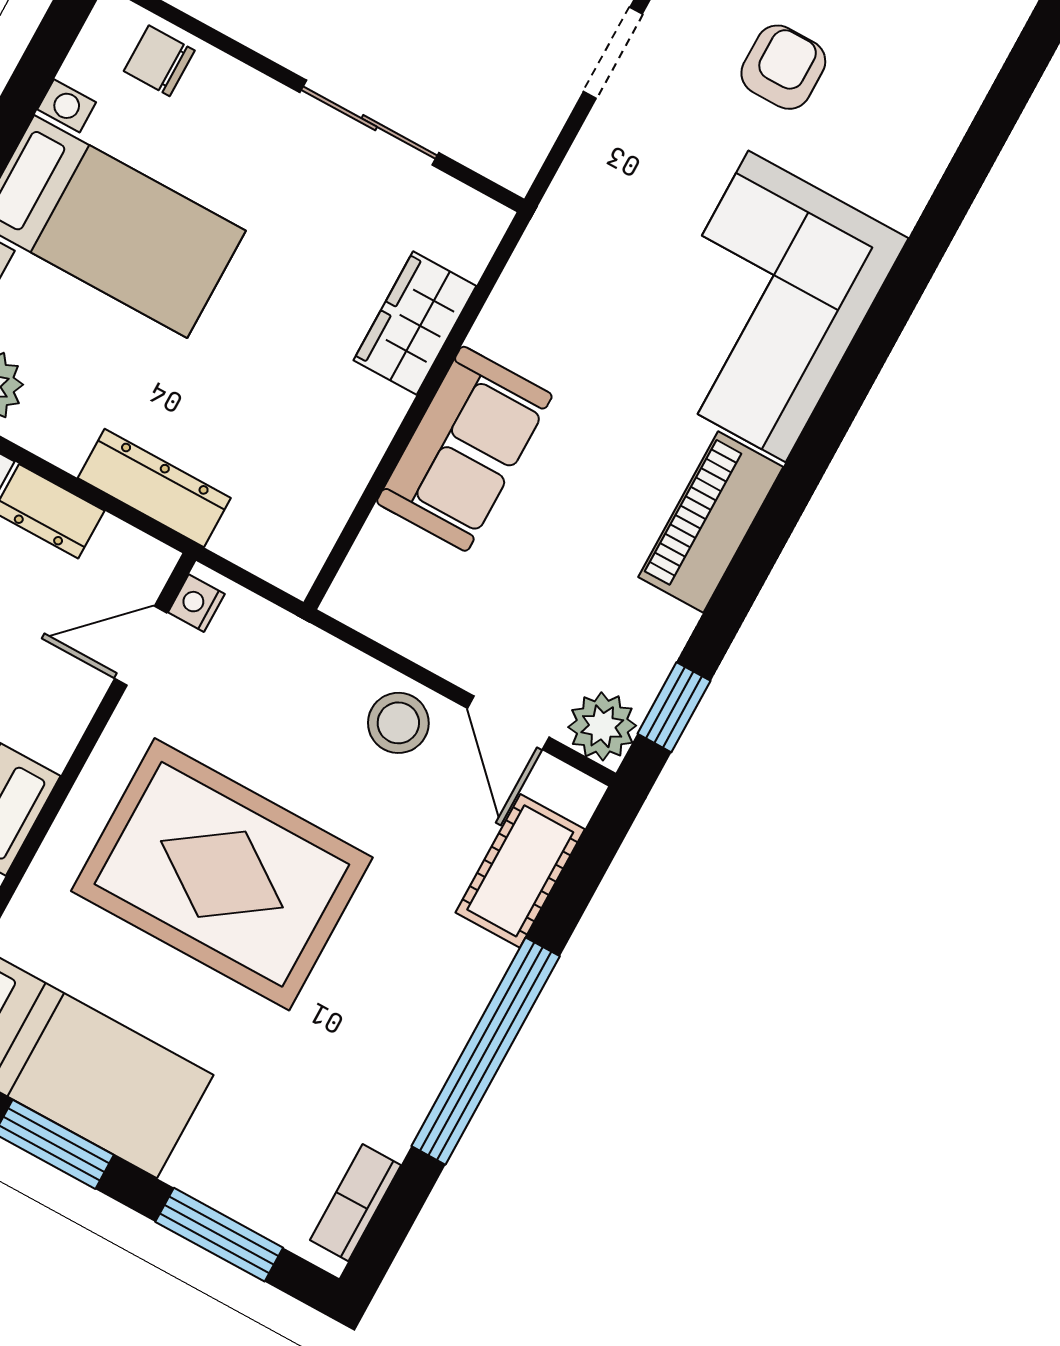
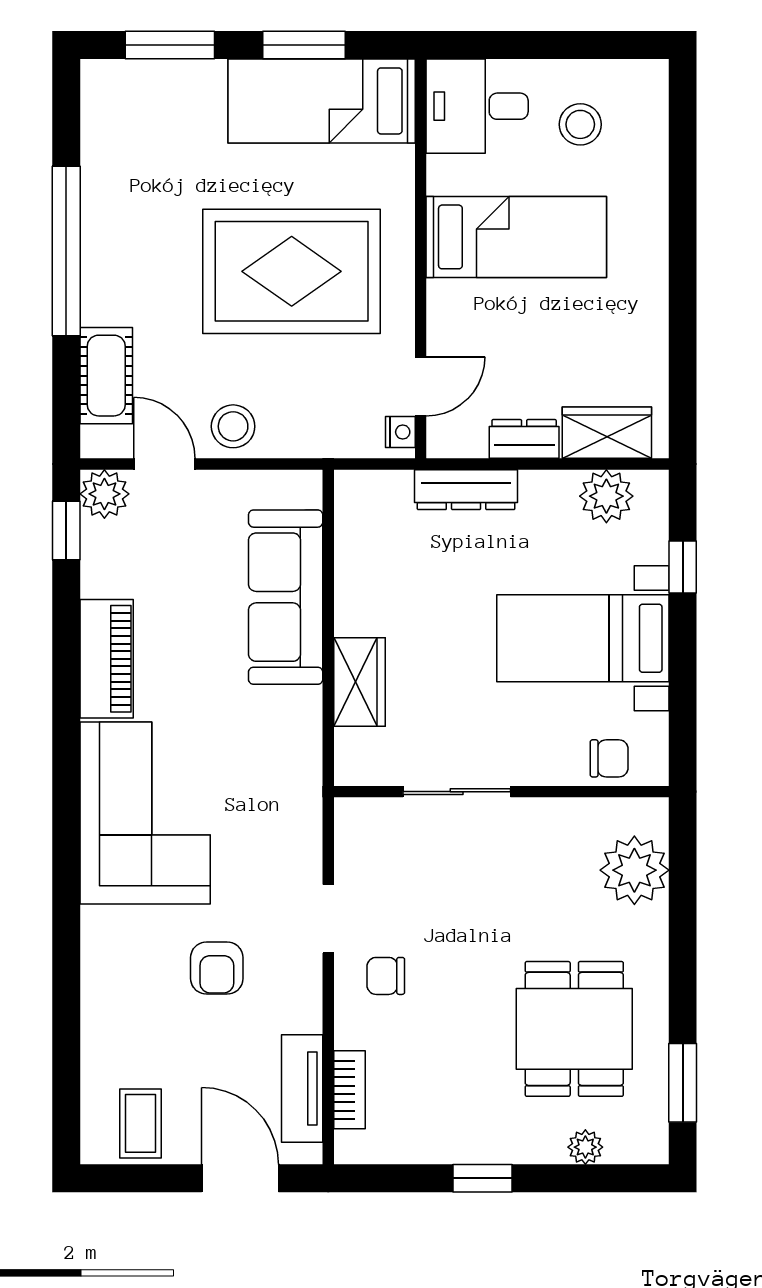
sofa: (464, 449) -> (286, 597), width x1.36
bookcase: (355, 1203) -> (96, 112), removed

